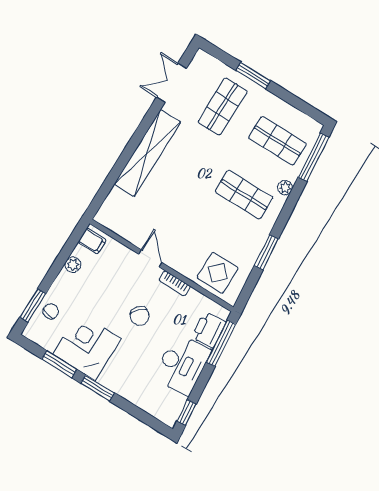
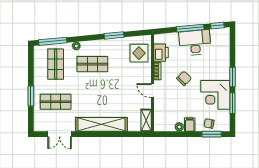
shop shelf: (244, 195) -> (92, 64), turned 90
shelving: (113, 222) -> (146, 120), added
filing cabinet: (92, 241) -> (190, 125), moved
door: (150, 258) -> (152, 91), hinge flipped
printer: (209, 330) -> (161, 53), moved, turned -85
window: (221, 343) -> (190, 28), moved

